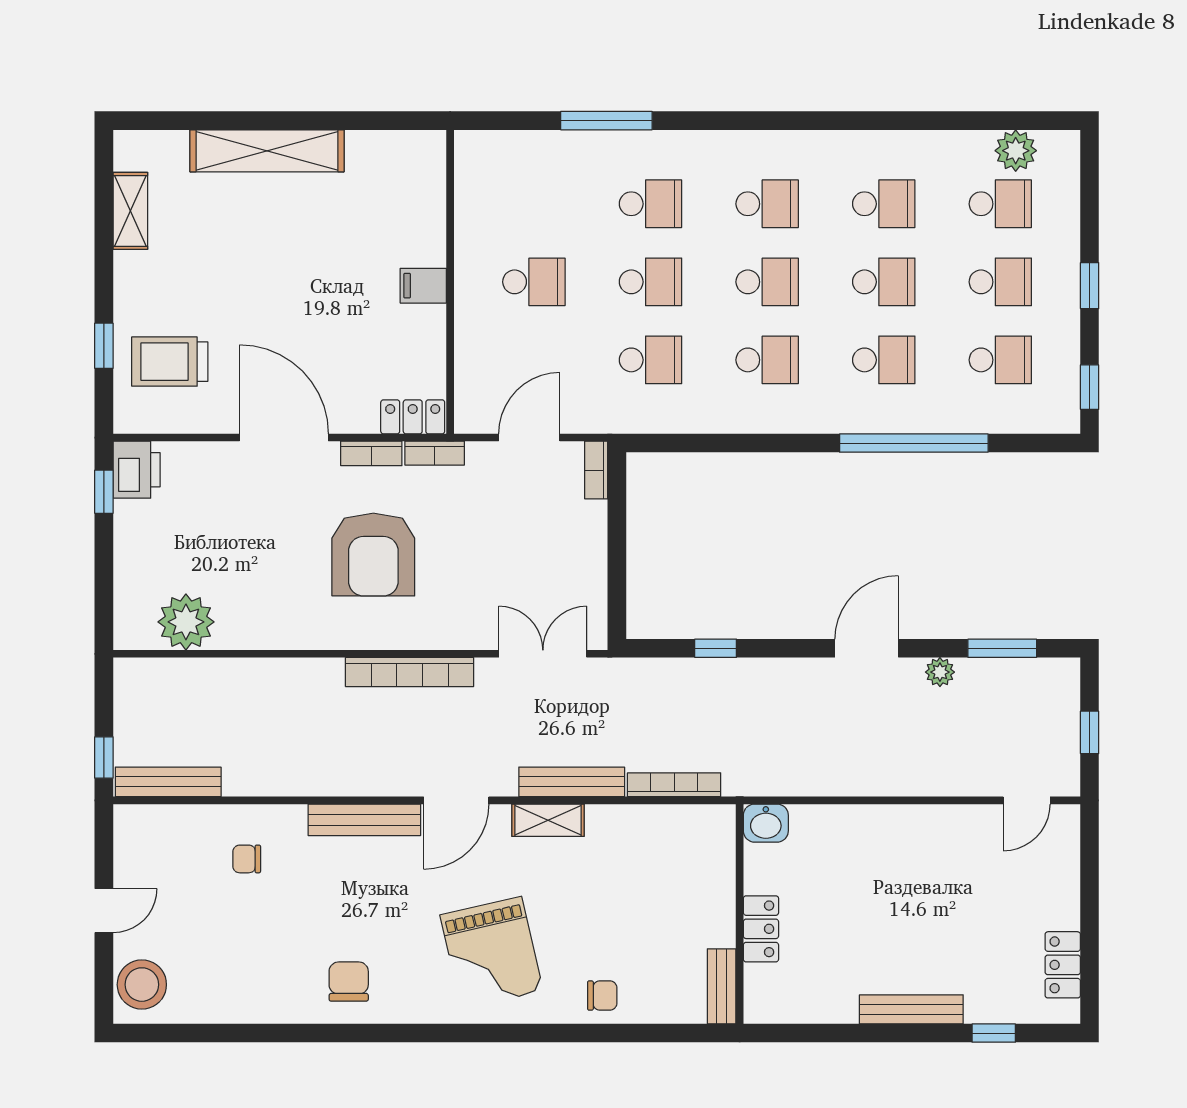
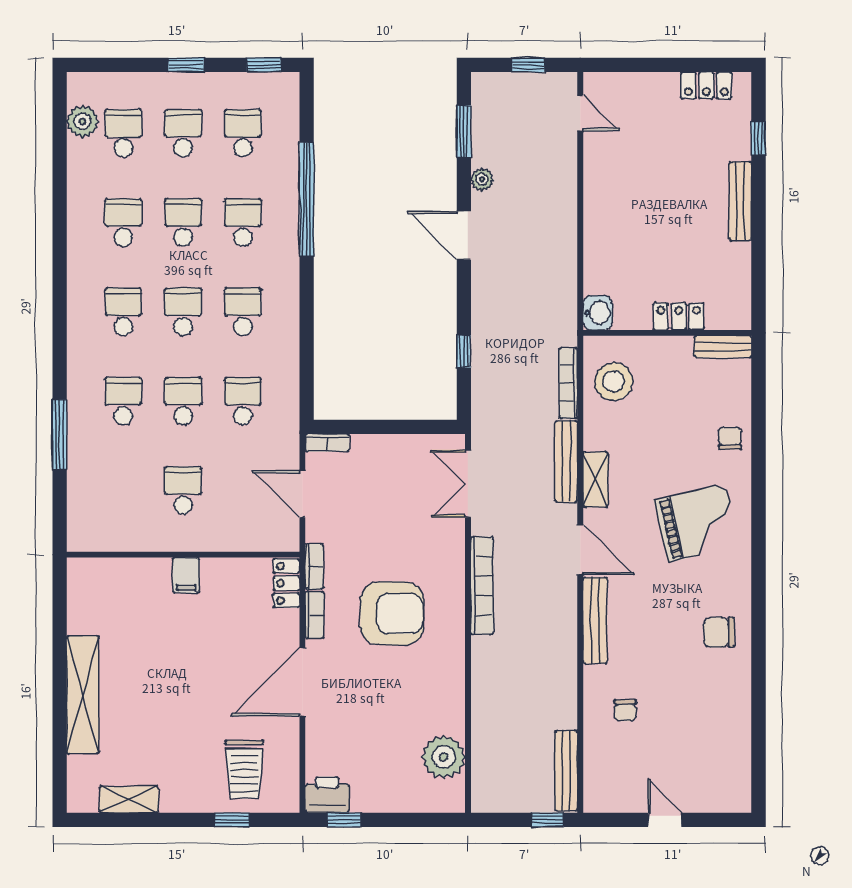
stool: (142, 985) -> (614, 381), moved

